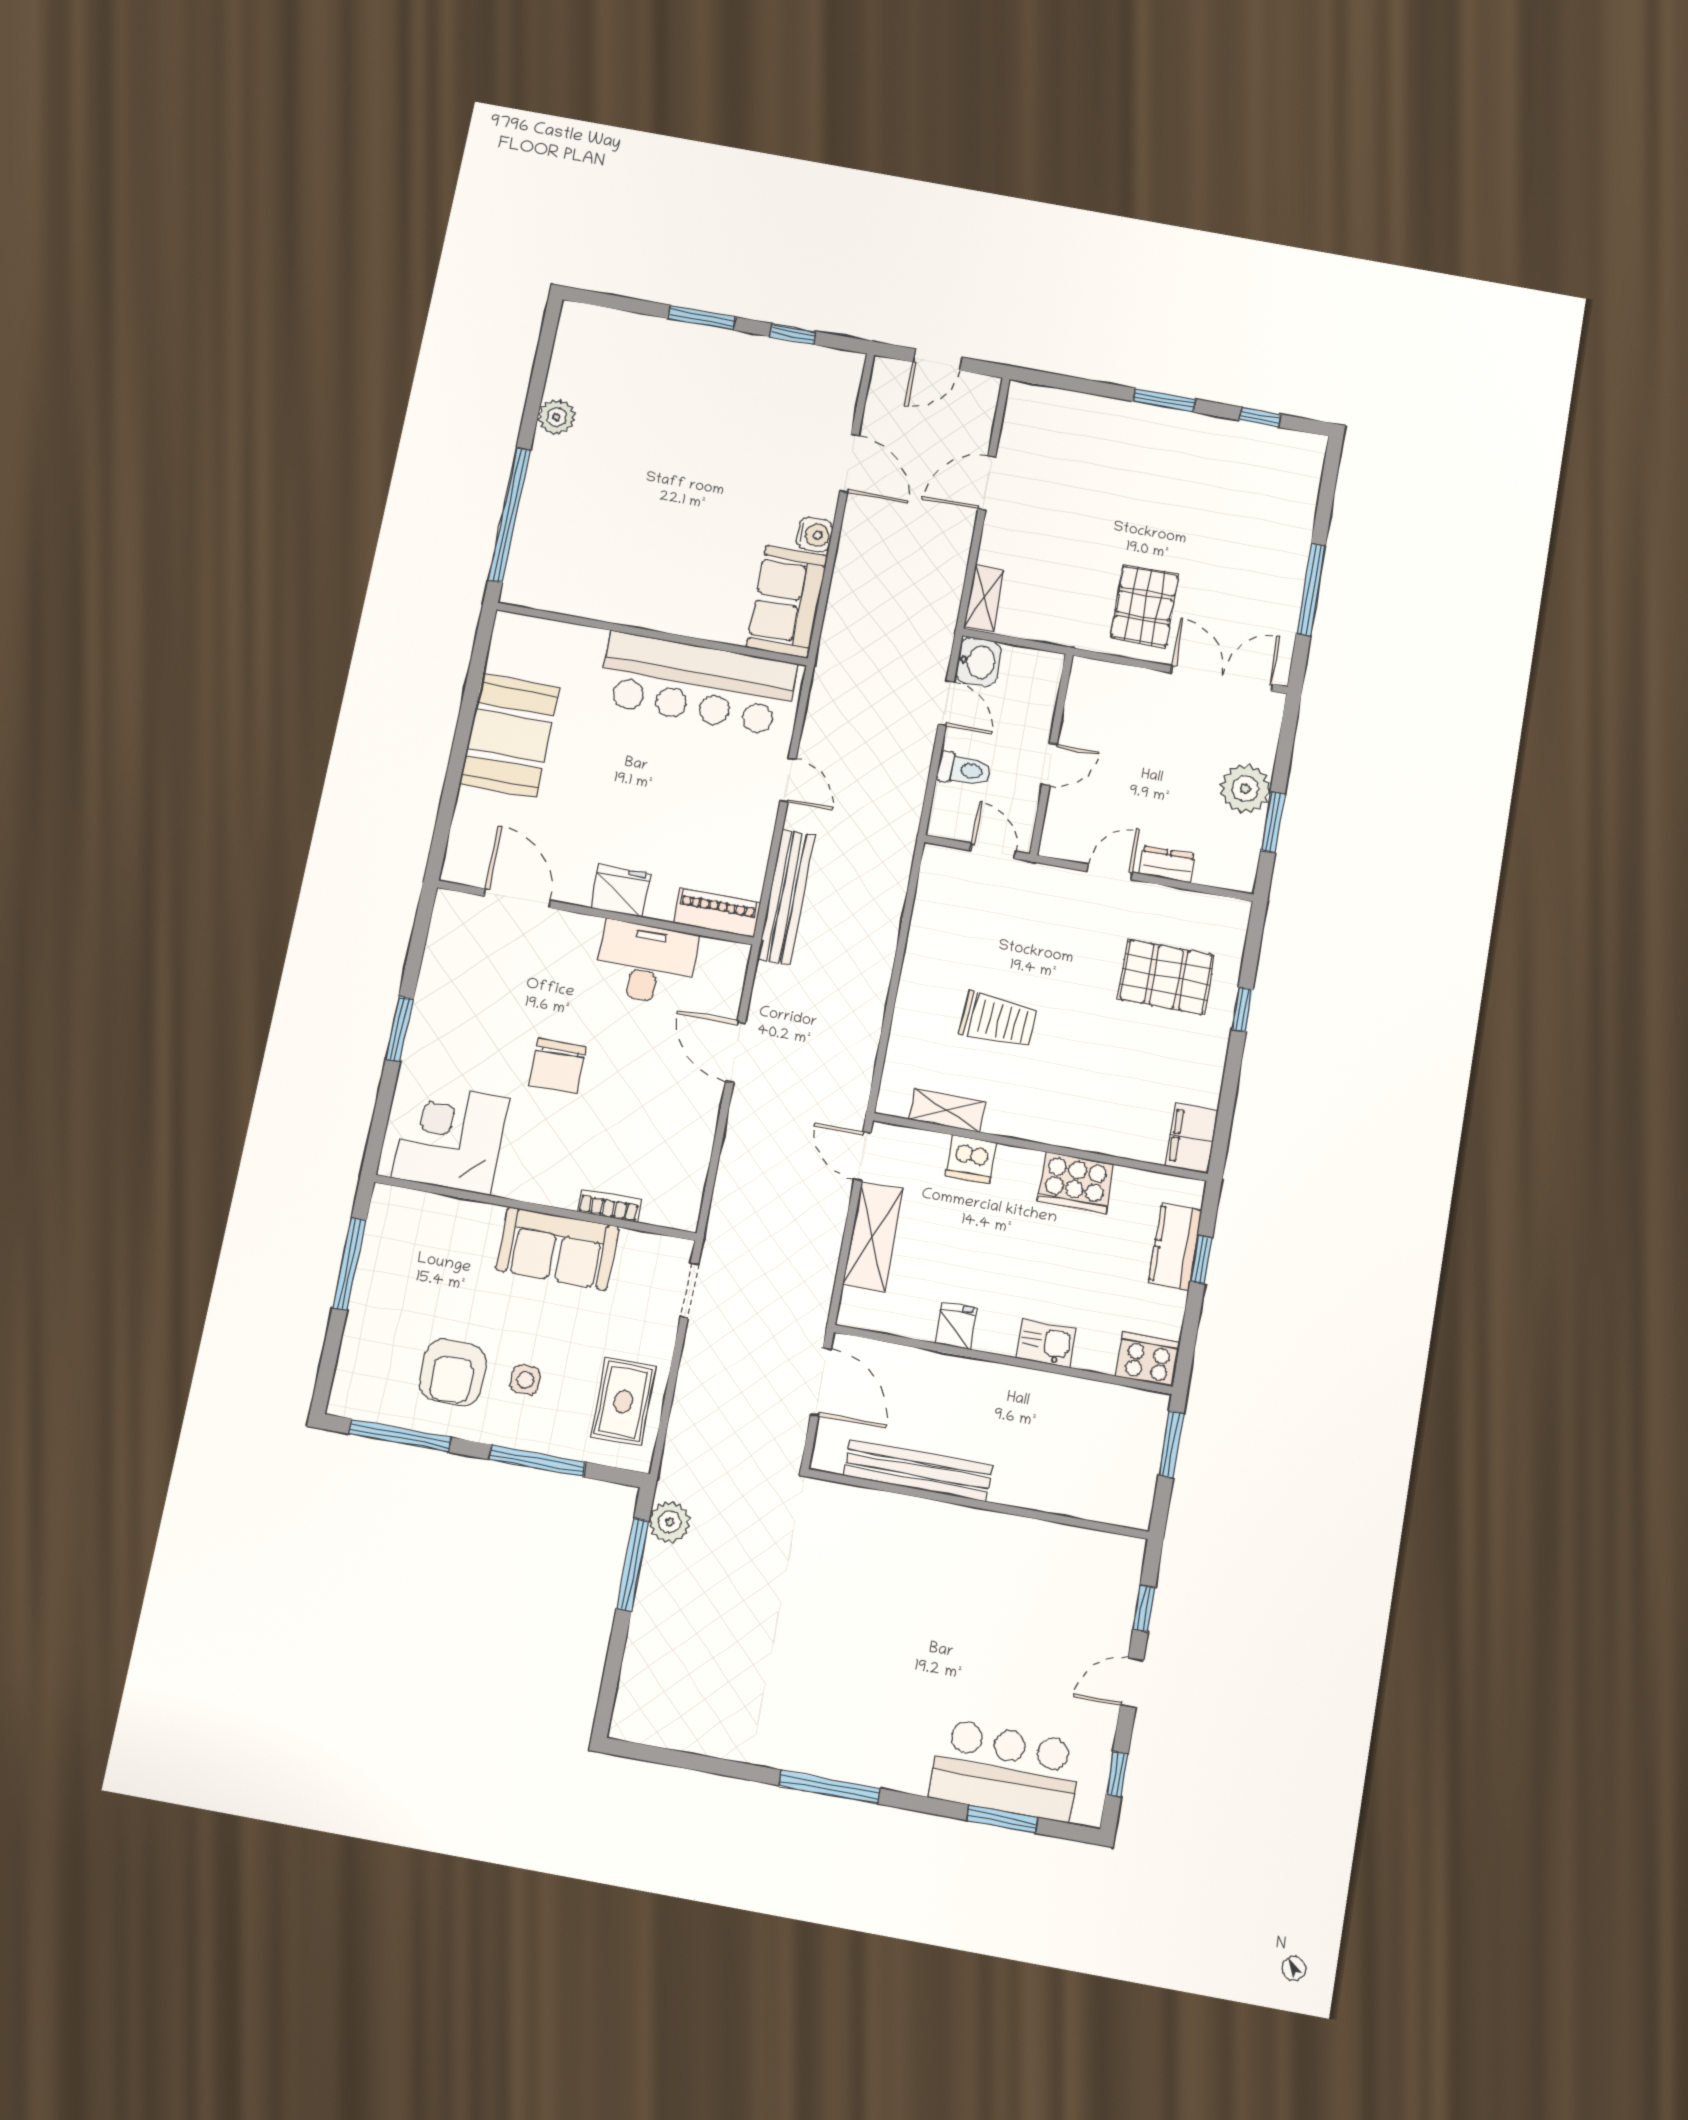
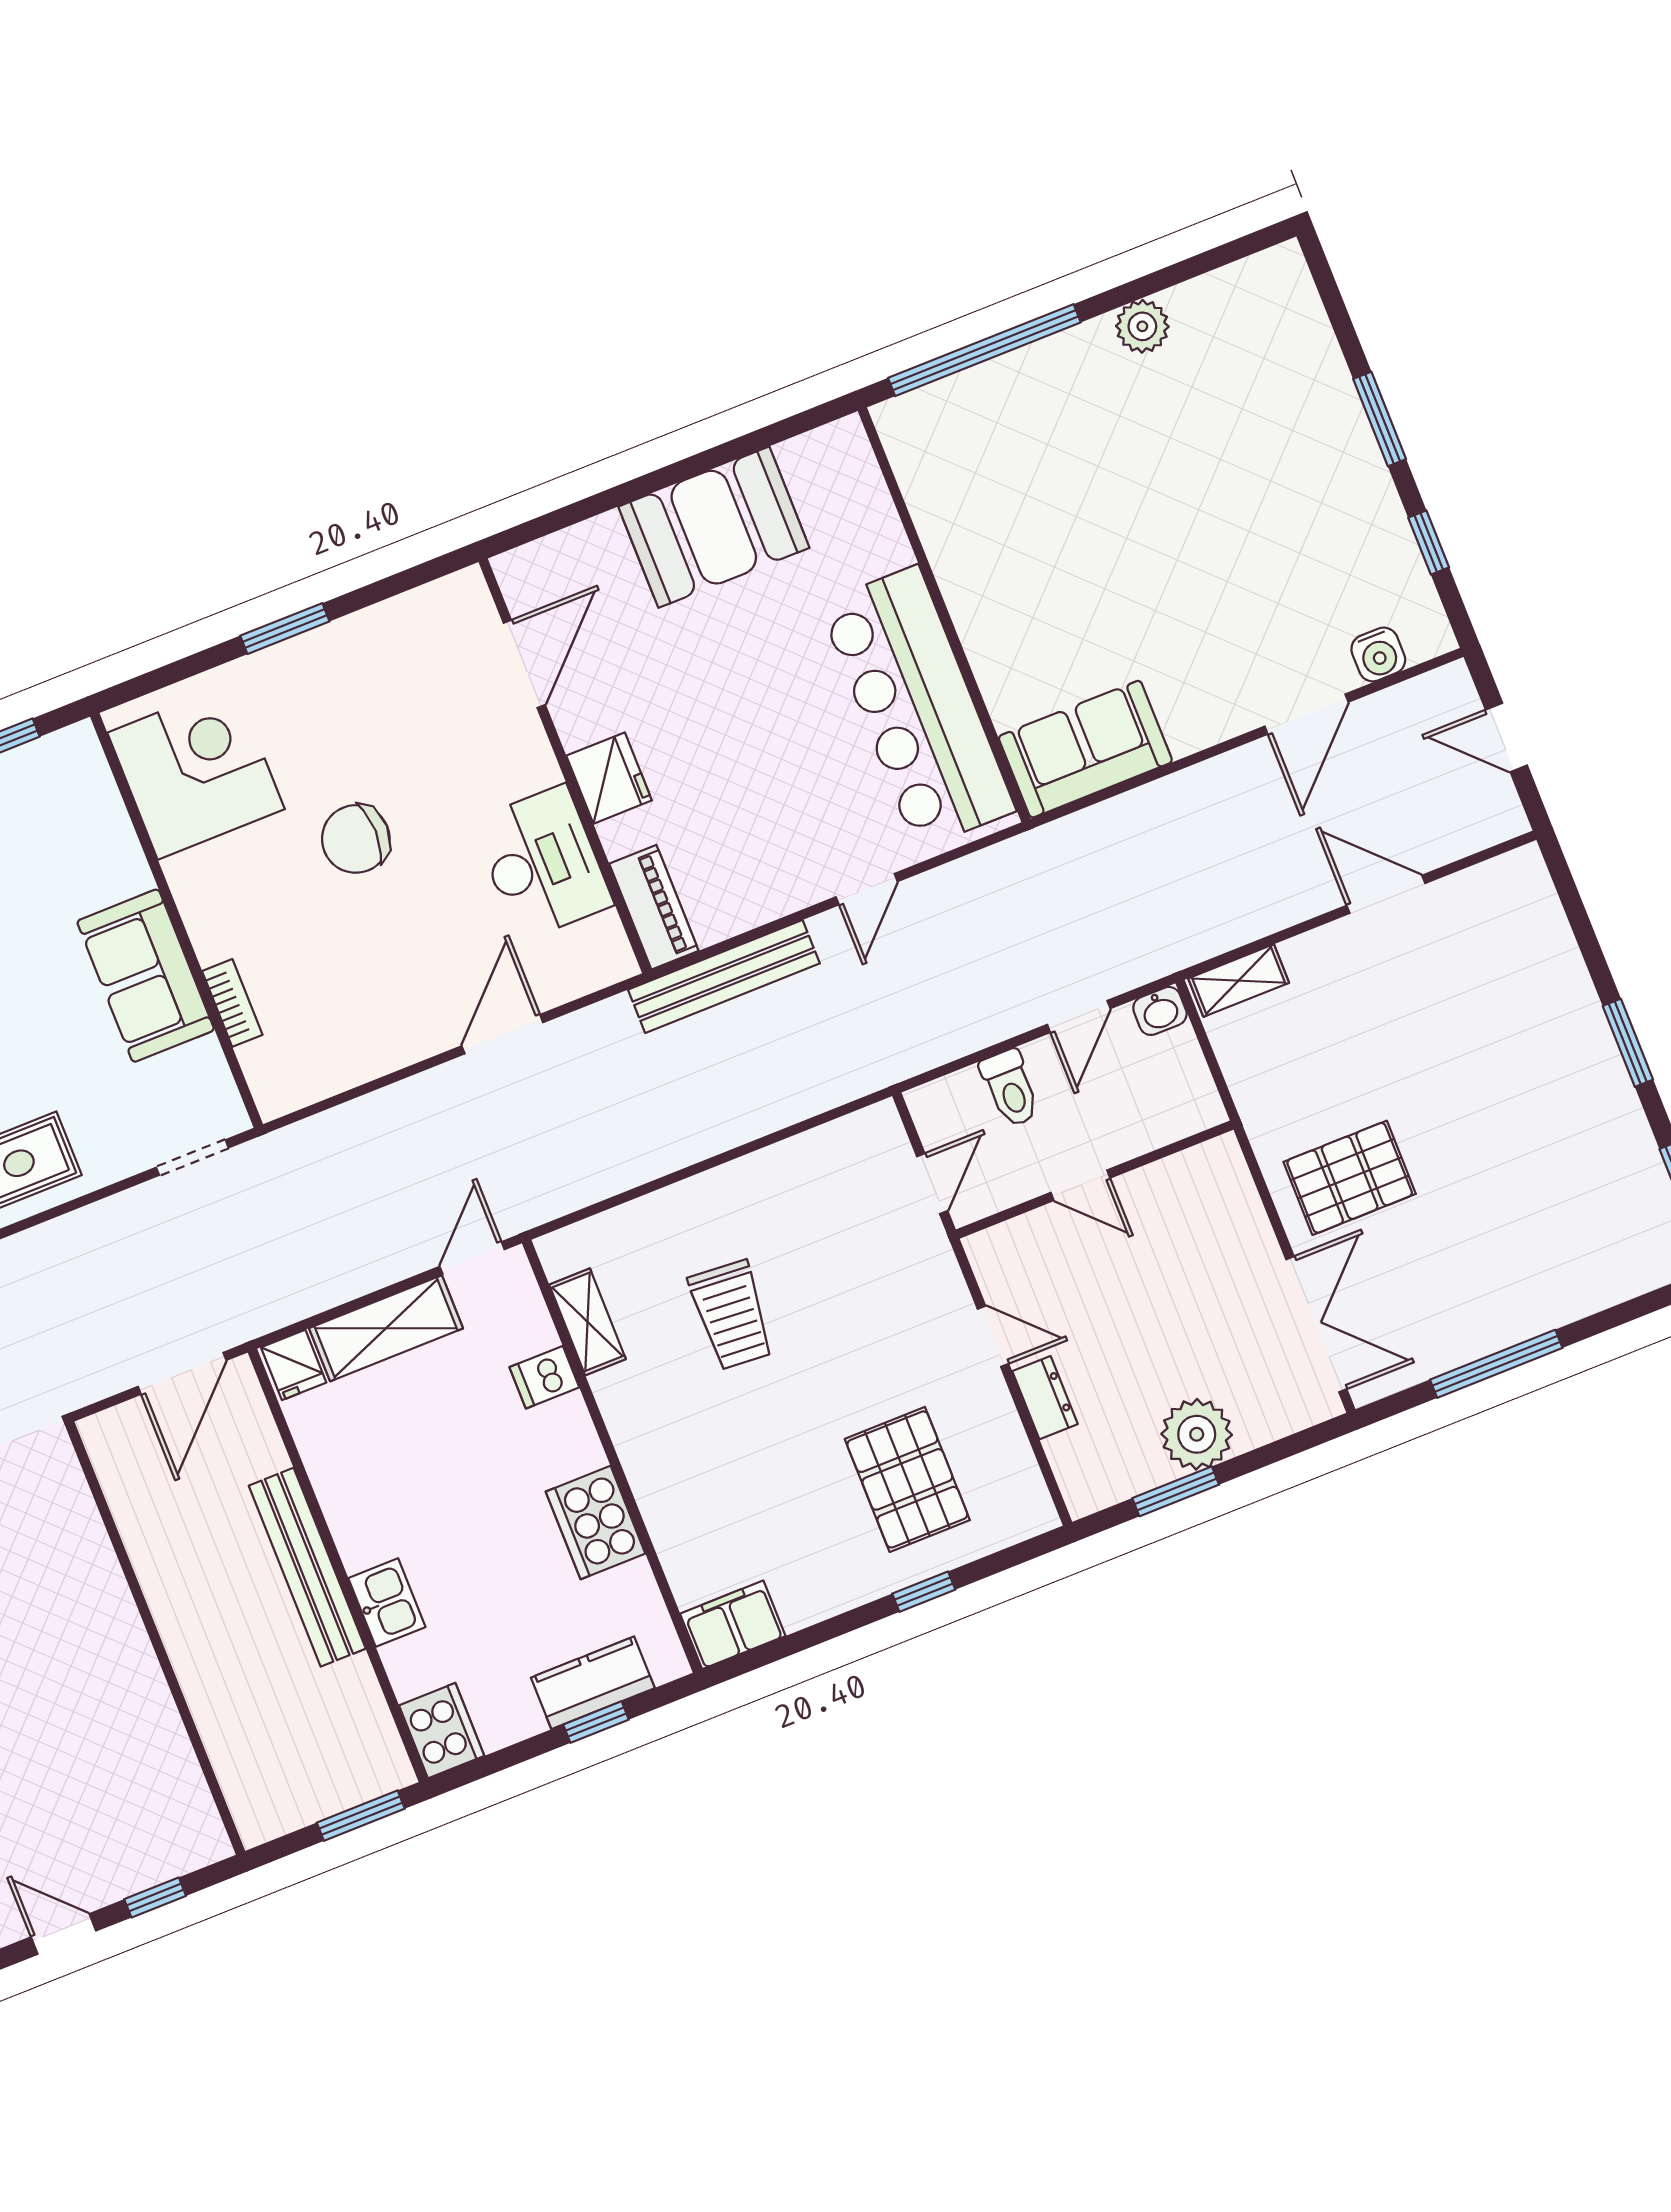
water cooler: (815, 535) -> (1378, 654), moved
washbasin: (978, 662) -> (1160, 1011), width x0.72, depth x0.69
dishwasher: (971, 1159) -> (544, 1377), width x0.73
fridge: (956, 1326) -> (294, 1365), moved, turned 90
bench: (918, 1471) -> (307, 1567), moved

